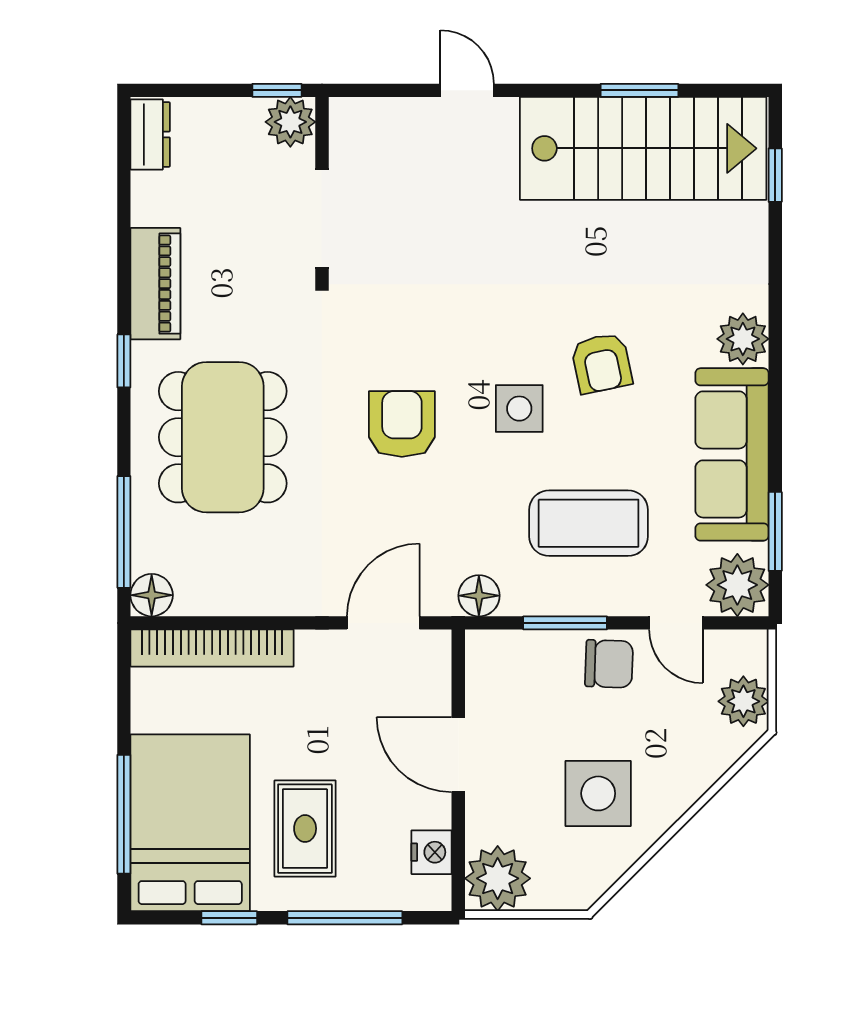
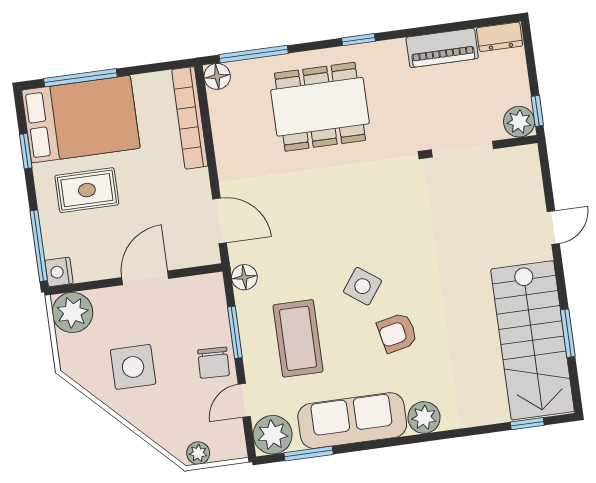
piano: (155, 284) -> (442, 48), moved
side table: (519, 409) -> (362, 286), turned 36
armchair: (402, 424) -> (343, 216), removed
plant: (743, 701) -> (198, 453), width x0.73, depth x0.73
nightstand: (432, 852) -> (59, 272), moved, turned 90
window: (345, 918) -> (39, 246), moved

